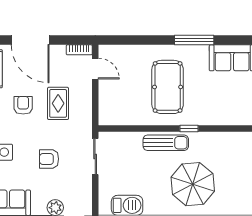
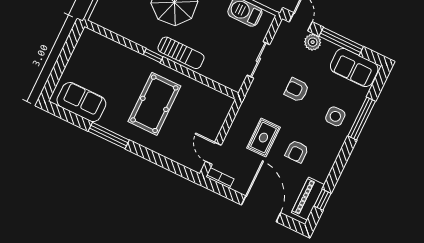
sun lounger: (166, 143) -> (181, 53), turned 180
sliding door: (95, 156) -> (258, 60), moved
armchair: (49, 159) -> (297, 90), turned 180

